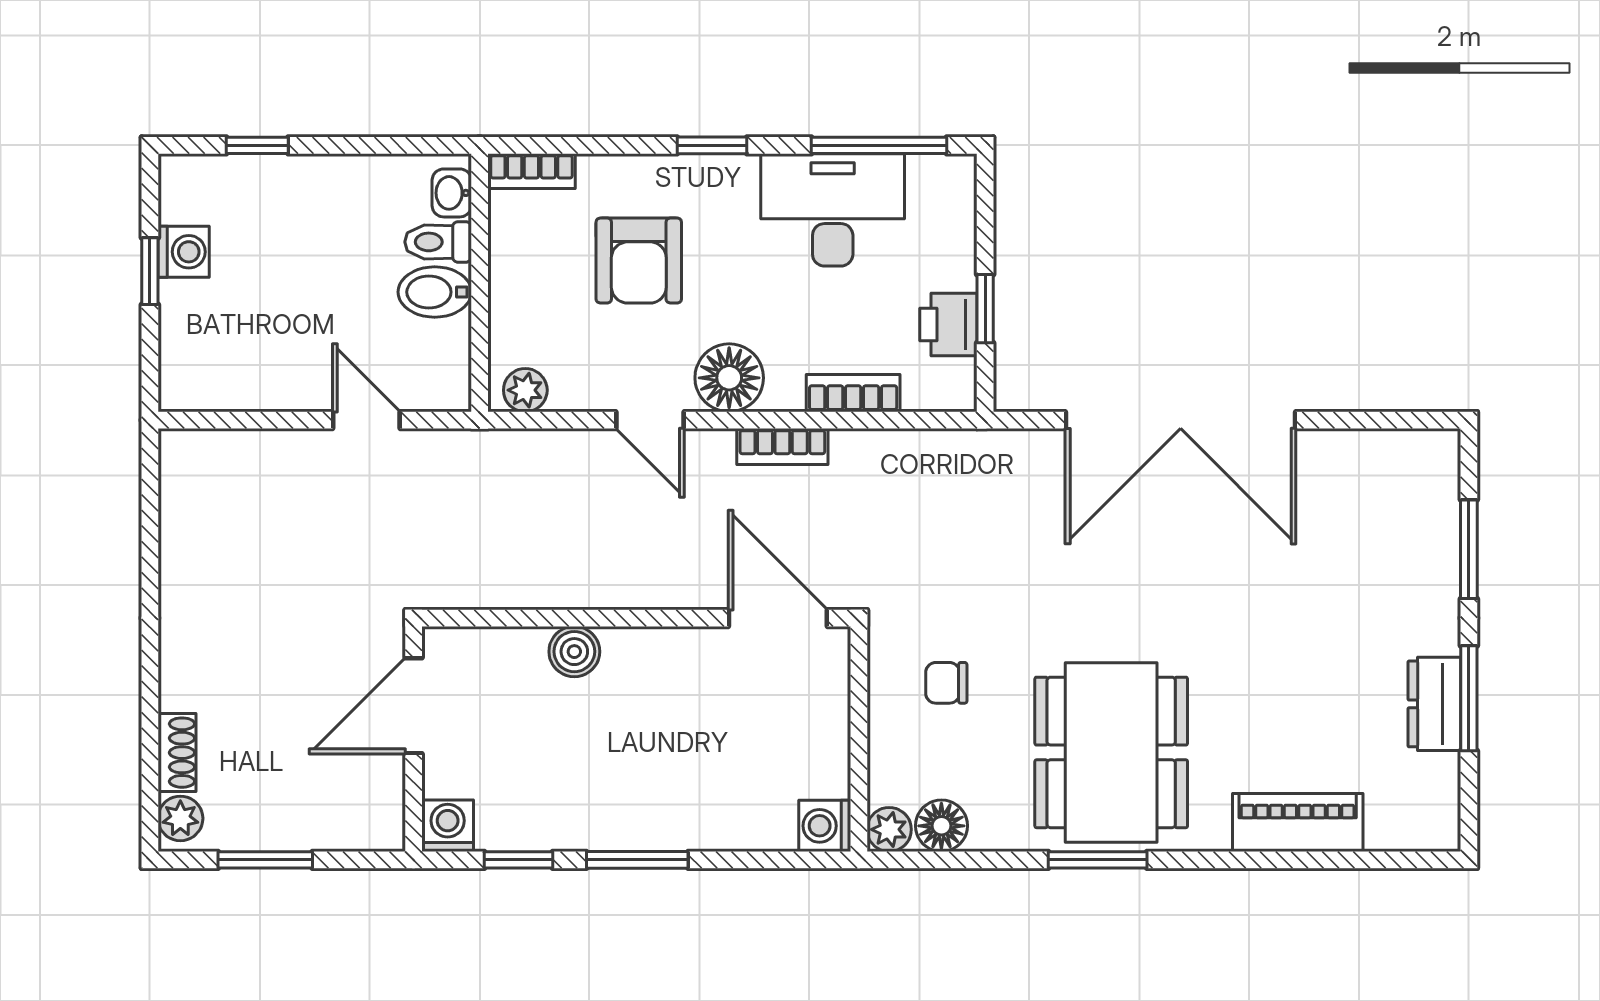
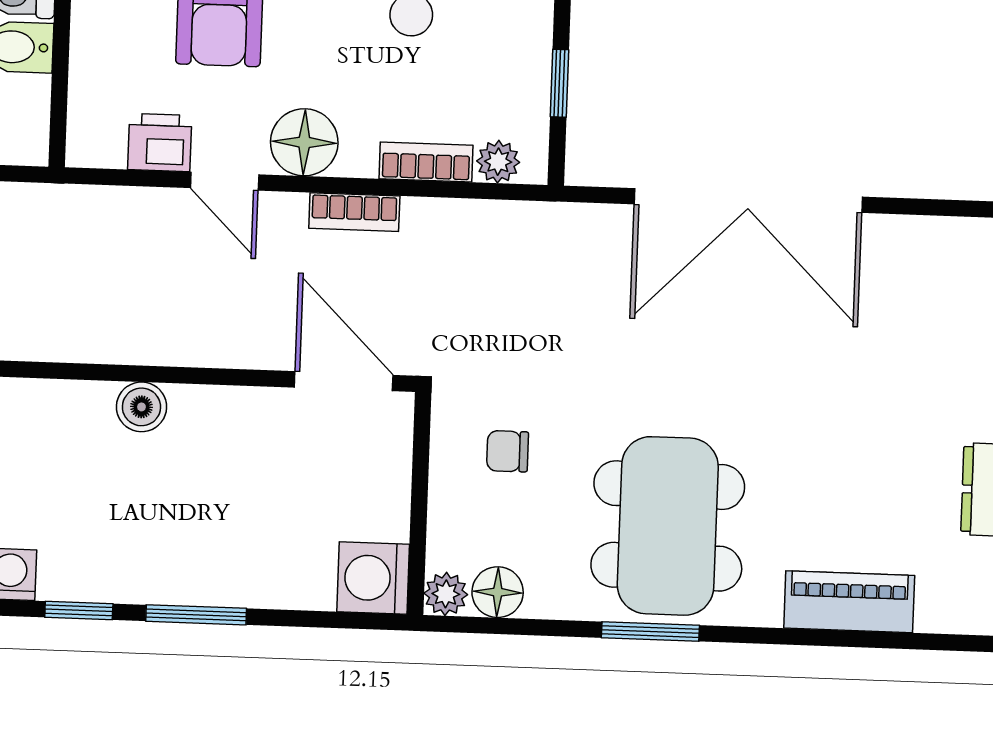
printer: (948, 324) -> (160, 142), moved, turned 90
plant: (525, 390) -> (498, 162), moved
washing machine: (825, 826) -> (373, 578), width x1.38, depth x1.38

